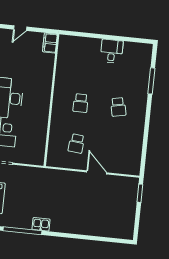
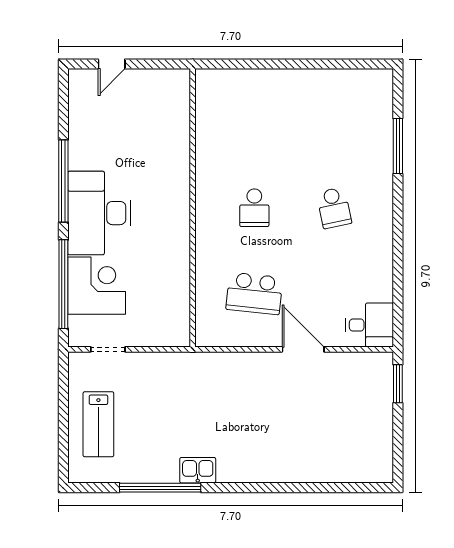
filing cabinet: (50, 43) -> (177, 89), removed
desk: (112, 51) -> (370, 325), moved, turned 90
school desk: (76, 144) -> (254, 293), width x1.85

